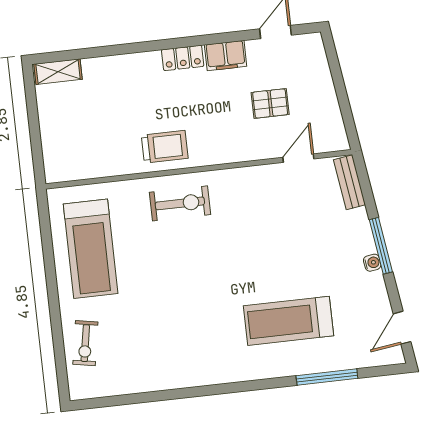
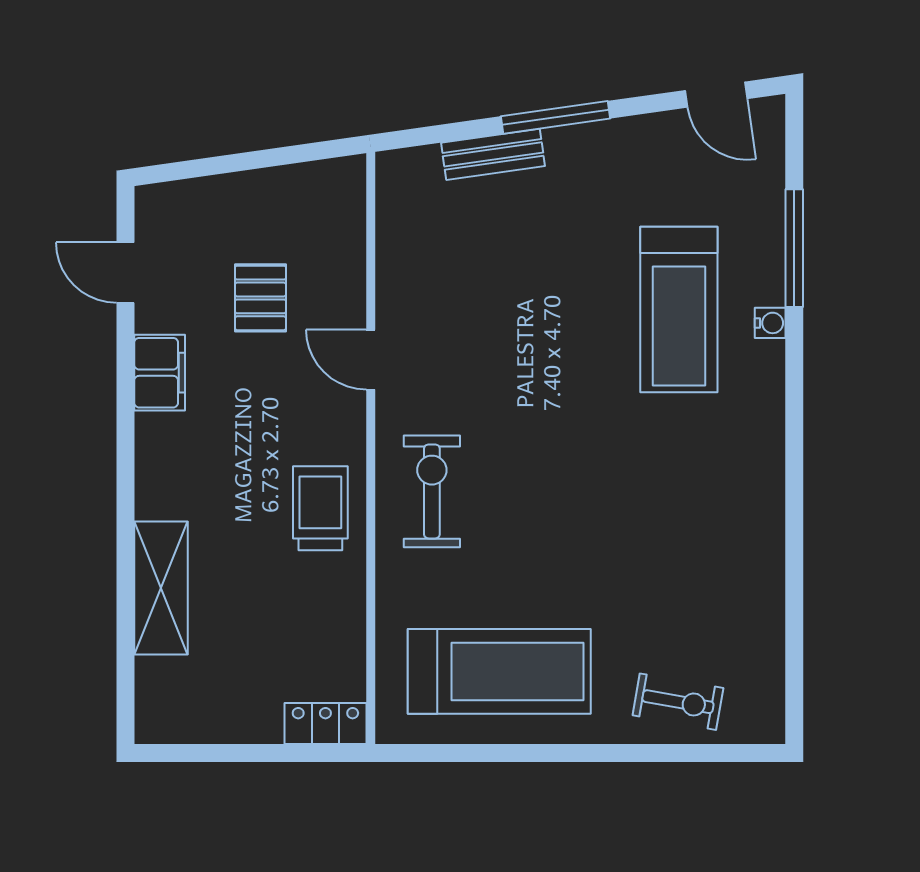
locker: (183, 58) -> (325, 723), moved, turned -90
shelving: (58, 72) -> (161, 588), moved, width x1.50, depth x1.33
door: (298, 158) -> (371, 360), moved
bench: (349, 182) -> (493, 154), moved
water cooler: (372, 263) -> (770, 323), moved, turned 98

